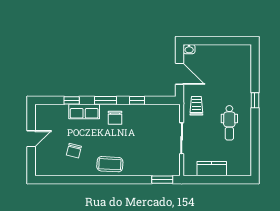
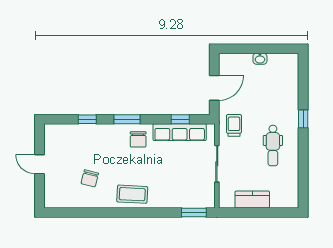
washbasin: (189, 49) -> (260, 59), moved
door: (179, 74) -> (214, 88), hinge flipped
window: (137, 100) -> (180, 119), moved
row of seats: (84, 111) -> (180, 132), moved, width x1.48
door: (31, 139) -> (40, 164), swing flipped

